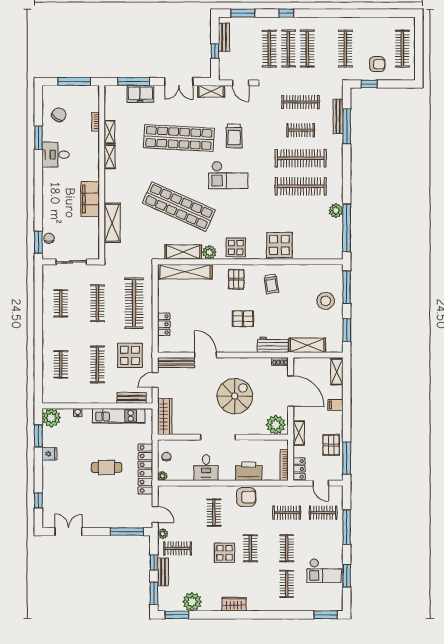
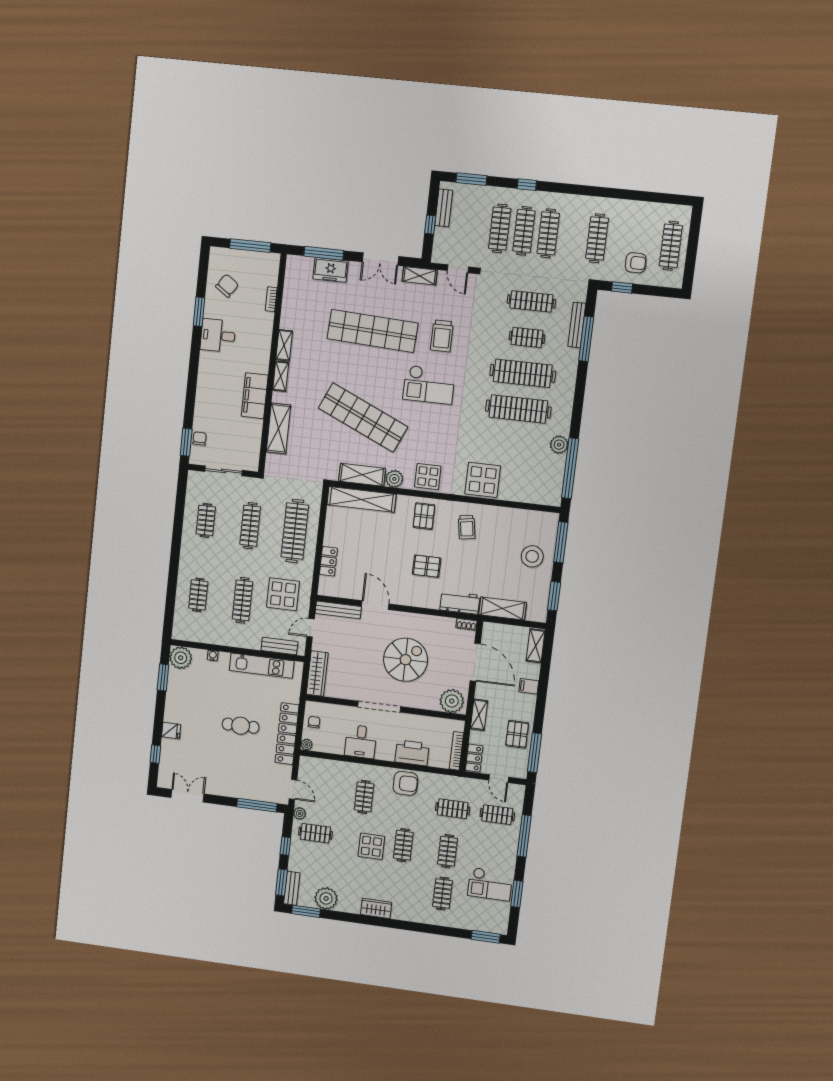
shelving: (110, 132) -> (281, 376), moved
fridge: (50, 454) -> (171, 731), moved
bench: (163, 572) -> (292, 888), moved

